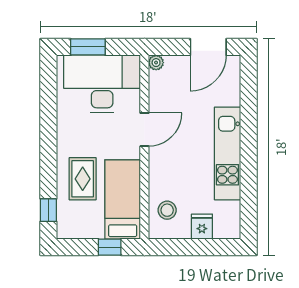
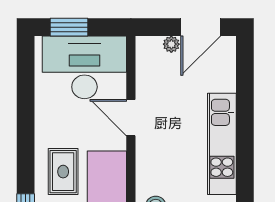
plant: (156, 63) -> (171, 44), moved
door: (144, 130) -> (131, 118), swing flipped

